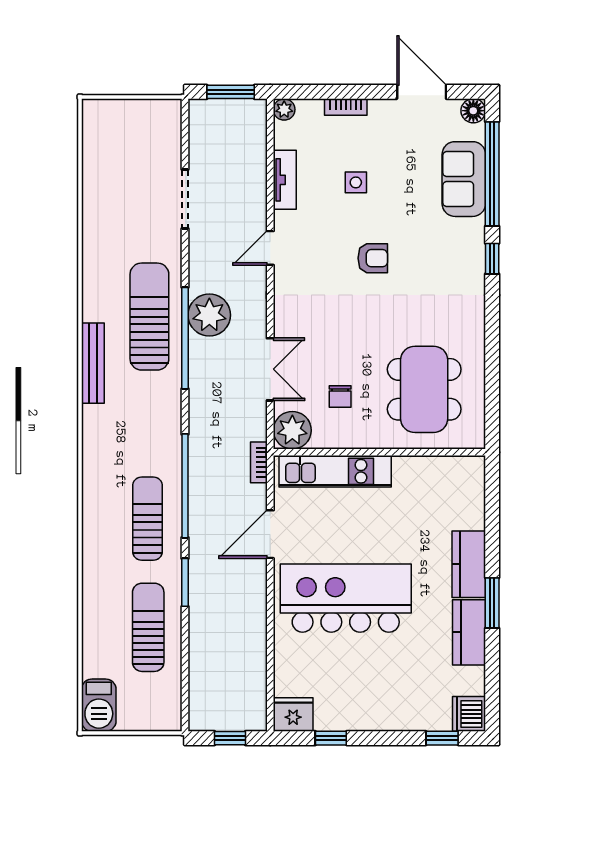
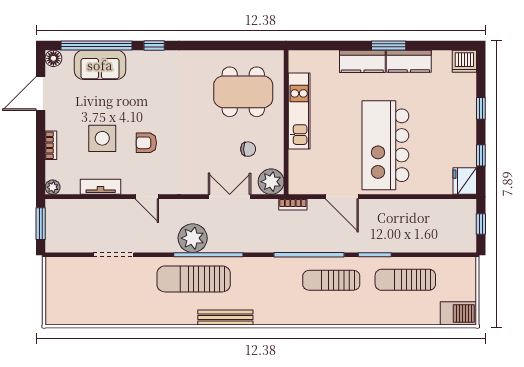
side table: (356, 182) -> (102, 138), width x1.87, depth x1.87
armchair: (373, 258) -> (146, 143), moved, turned -90
kitchen unit: (335, 471) -> (299, 111), moved
window: (442, 738) -> (481, 108), moved

